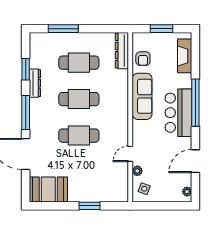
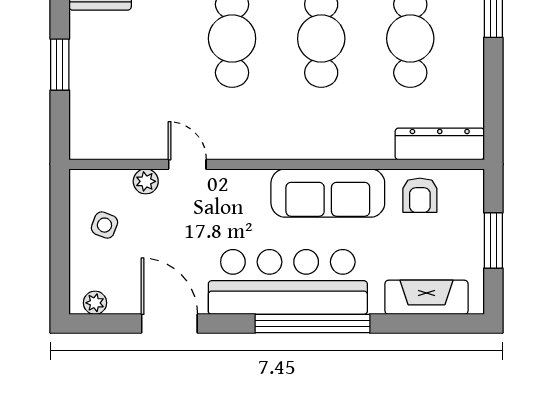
armchair: (143, 59) -> (420, 195), turned -90
bar counter: (178, 113) -> (288, 282), width x1.36
side table: (144, 189) -> (104, 225), moved

